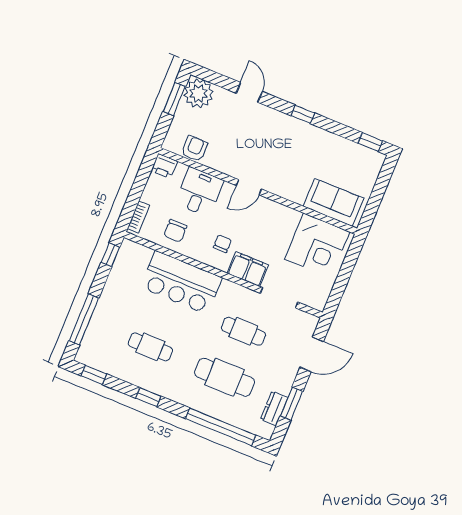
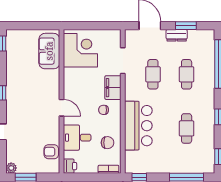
plant: (198, 94) -> (11, 168), width x0.53, depth x0.53
cafe table: (225, 377) -> (187, 74), width x0.73, depth x0.74
dresser: (274, 408) -> (177, 35), moved

